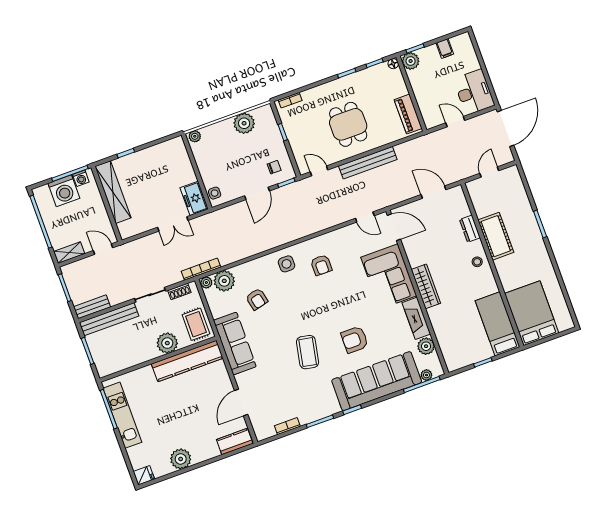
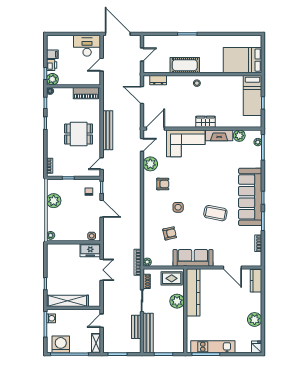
printer: (430, 53) -> (52, 65), added
door: (489, 172) -> (142, 54), swing flipped
washing machine: (64, 191) -> (61, 344), moved, turned -90
door: (434, 192) -> (142, 95), hinge flipped
dresser: (470, 229) -> (158, 80), moved
side table: (287, 264) -> (178, 207), moved
plant: (224, 281) -> (150, 164), moved
wardrobe: (426, 286) -> (206, 122), width x0.67
bench: (92, 307) -> (136, 327), moved
bed: (498, 324) -> (253, 96), moved, turned -90
armchair: (355, 340) -> (218, 180), removed
sofa: (377, 381) -> (250, 197), moved

